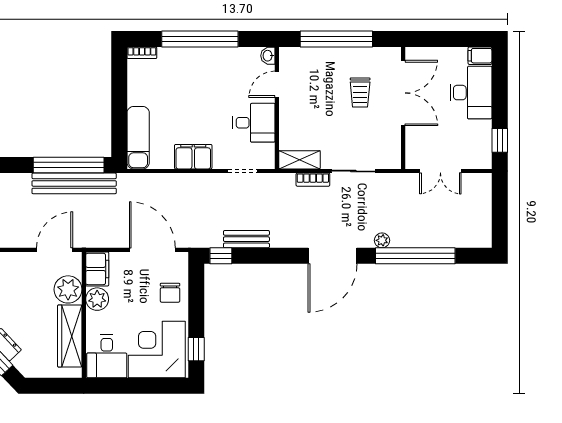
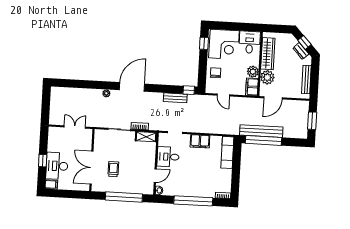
window: (500, 140) -> (43, 161), moved
door: (152, 250) -> (223, 95), width x0.53
window: (415, 256) -> (90, 85), removed

